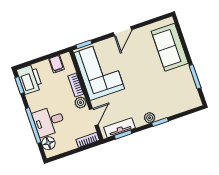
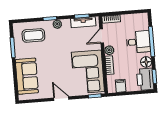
door: (123, 31) -> (61, 99), hinge flipped
coffee table: (174, 97) -> (33, 35), added
floor lamp: (48, 143) -> (146, 62), moved

